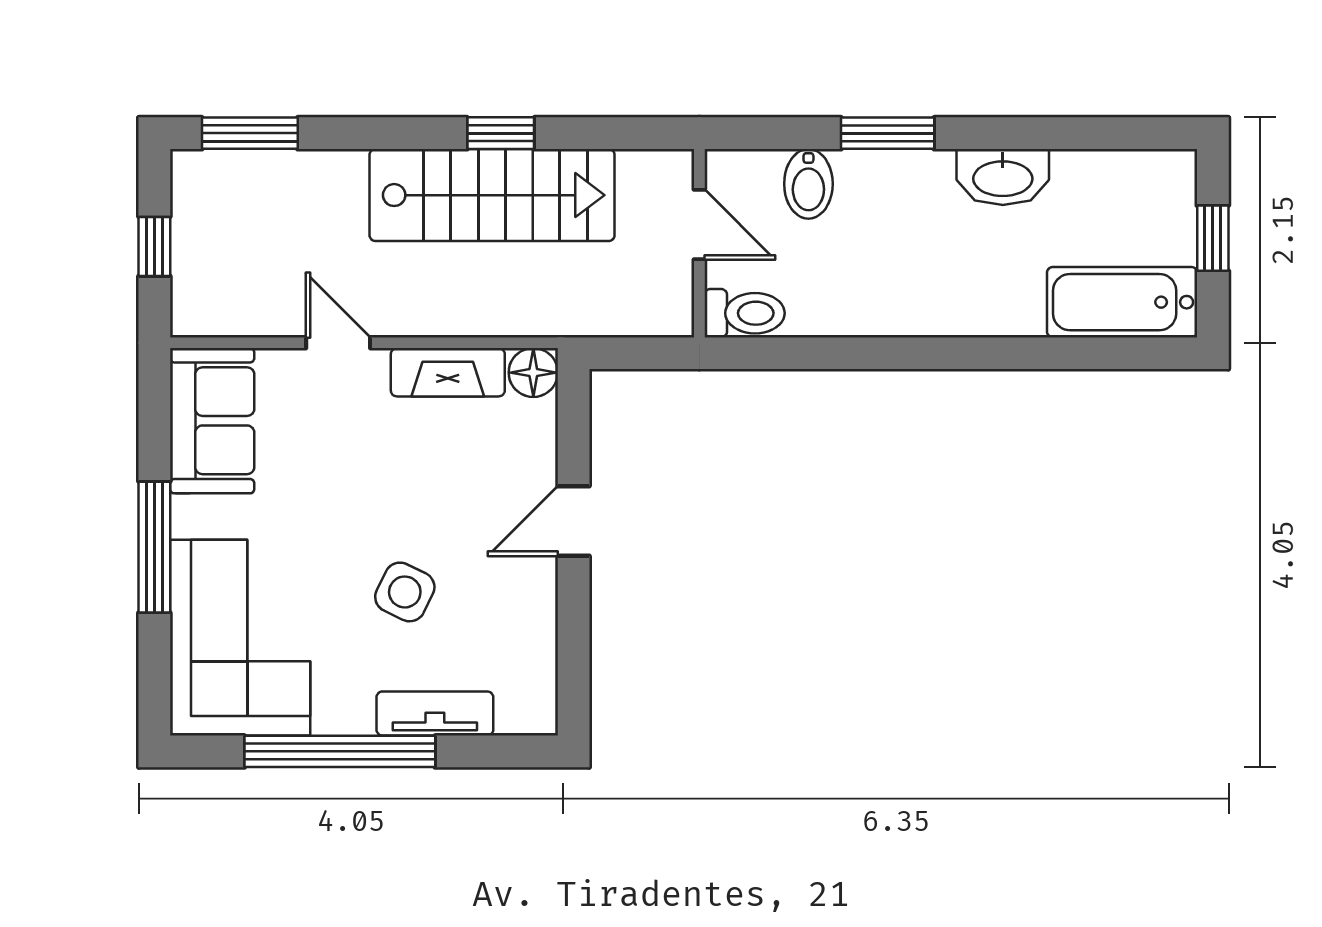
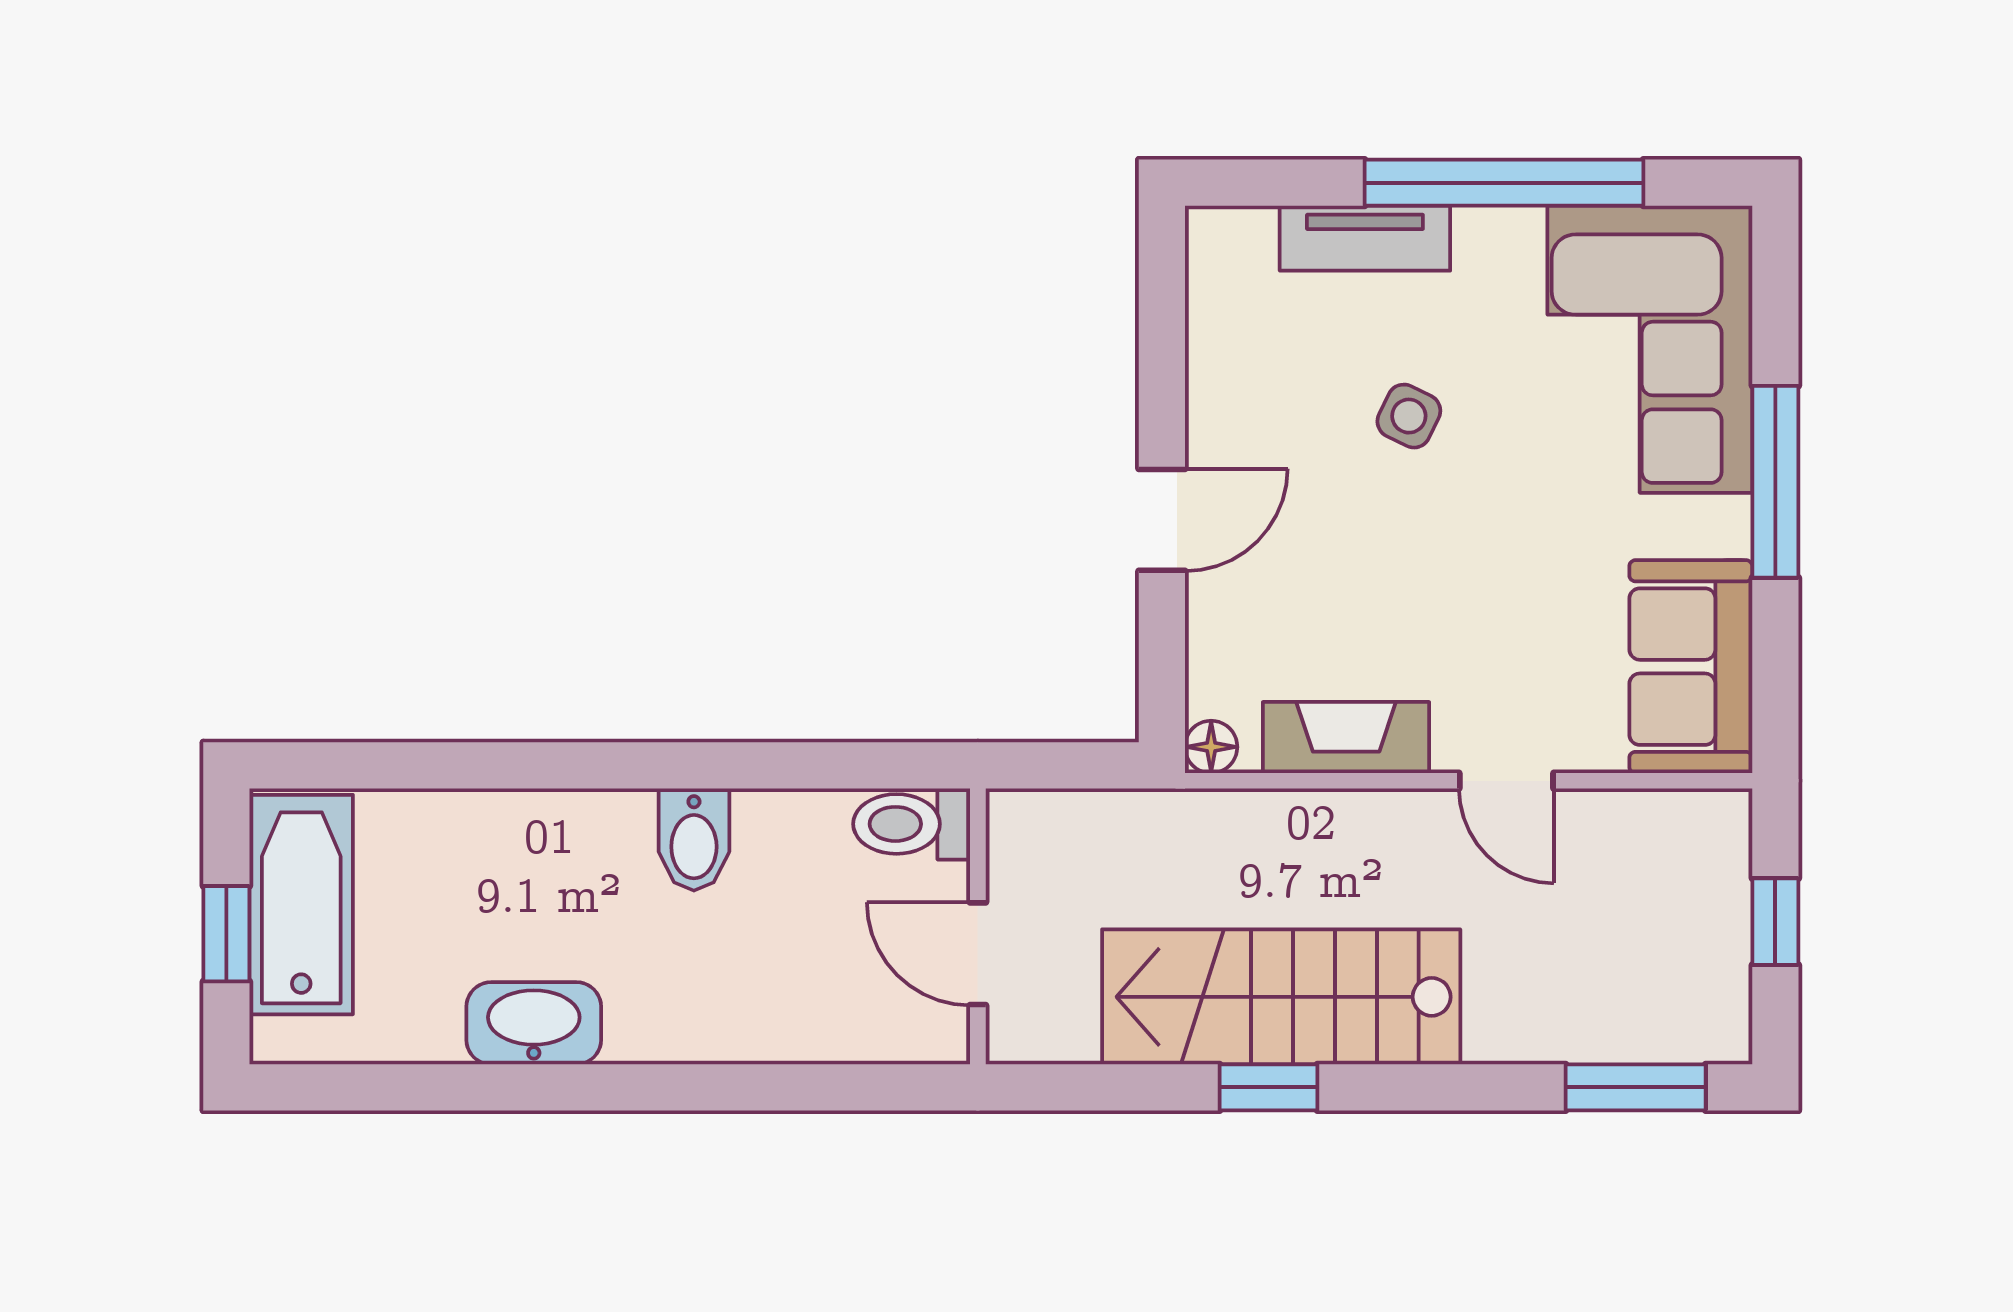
window: (888, 133) -> (702, 1087), removed
bidet: (808, 184) -> (694, 840), moved, turned 180
bathtub: (1122, 302) -> (301, 905), moved, turned -90
floor lamp: (533, 373) -> (1211, 747), width x0.73, depth x0.73
side table: (405, 592) -> (1409, 416), width x0.73, depth x0.73

